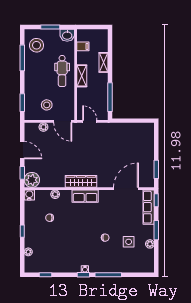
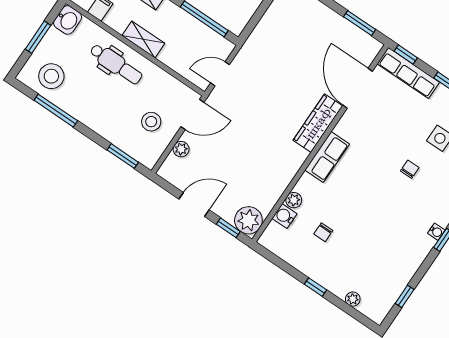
wardrobe: (81, 181) -> (318, 123), moved
water cooler: (29, 195) -> (284, 216), moved

